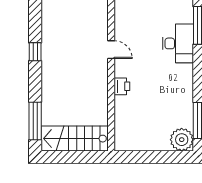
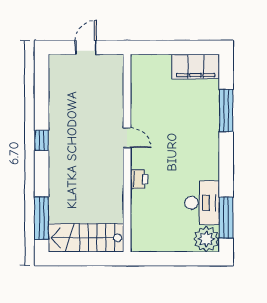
desk: (178, 43) -> (202, 203), moved

